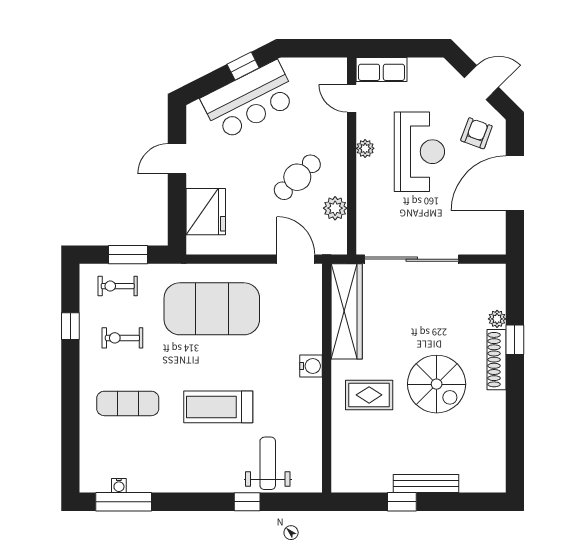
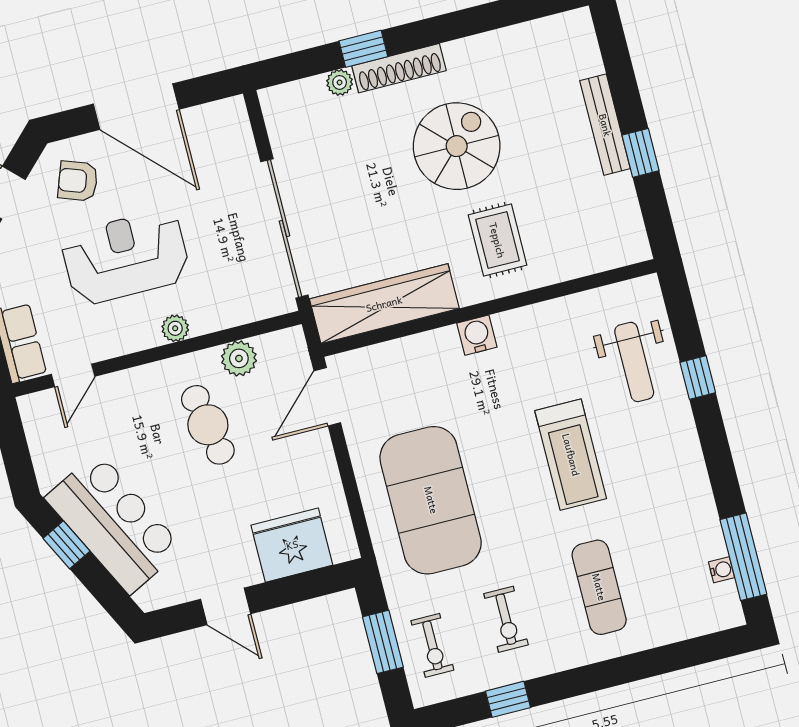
plant: (365, 148) -> (175, 328), moved
cafe table: (297, 177) -> (208, 425), turned 33
weight bench: (268, 463) -> (634, 362), turned -90

